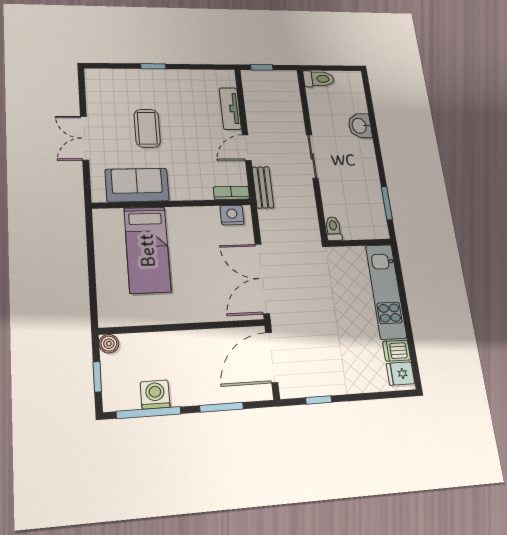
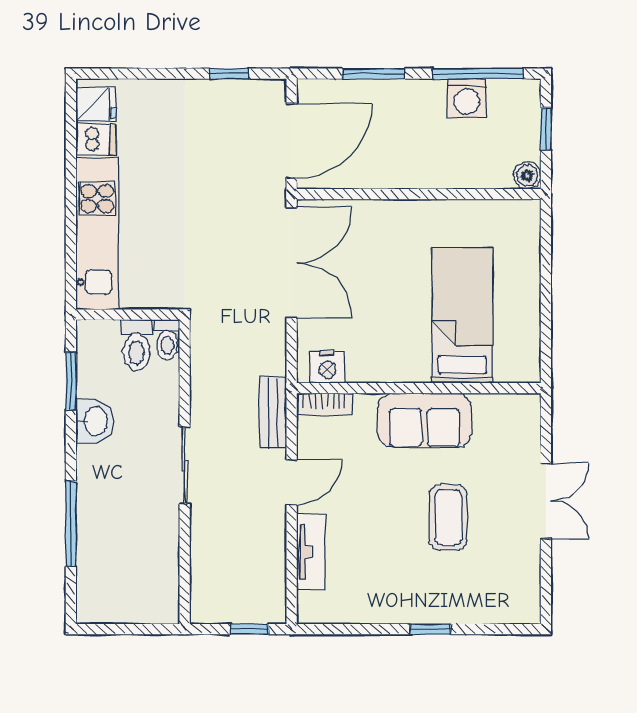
toilet: (319, 79) -> (136, 345), moved, turned -90
window: (373, 124) -> (71, 524), added
washbasin: (360, 126) -> (95, 421), moved
sofa: (137, 185) -> (425, 421), moved

